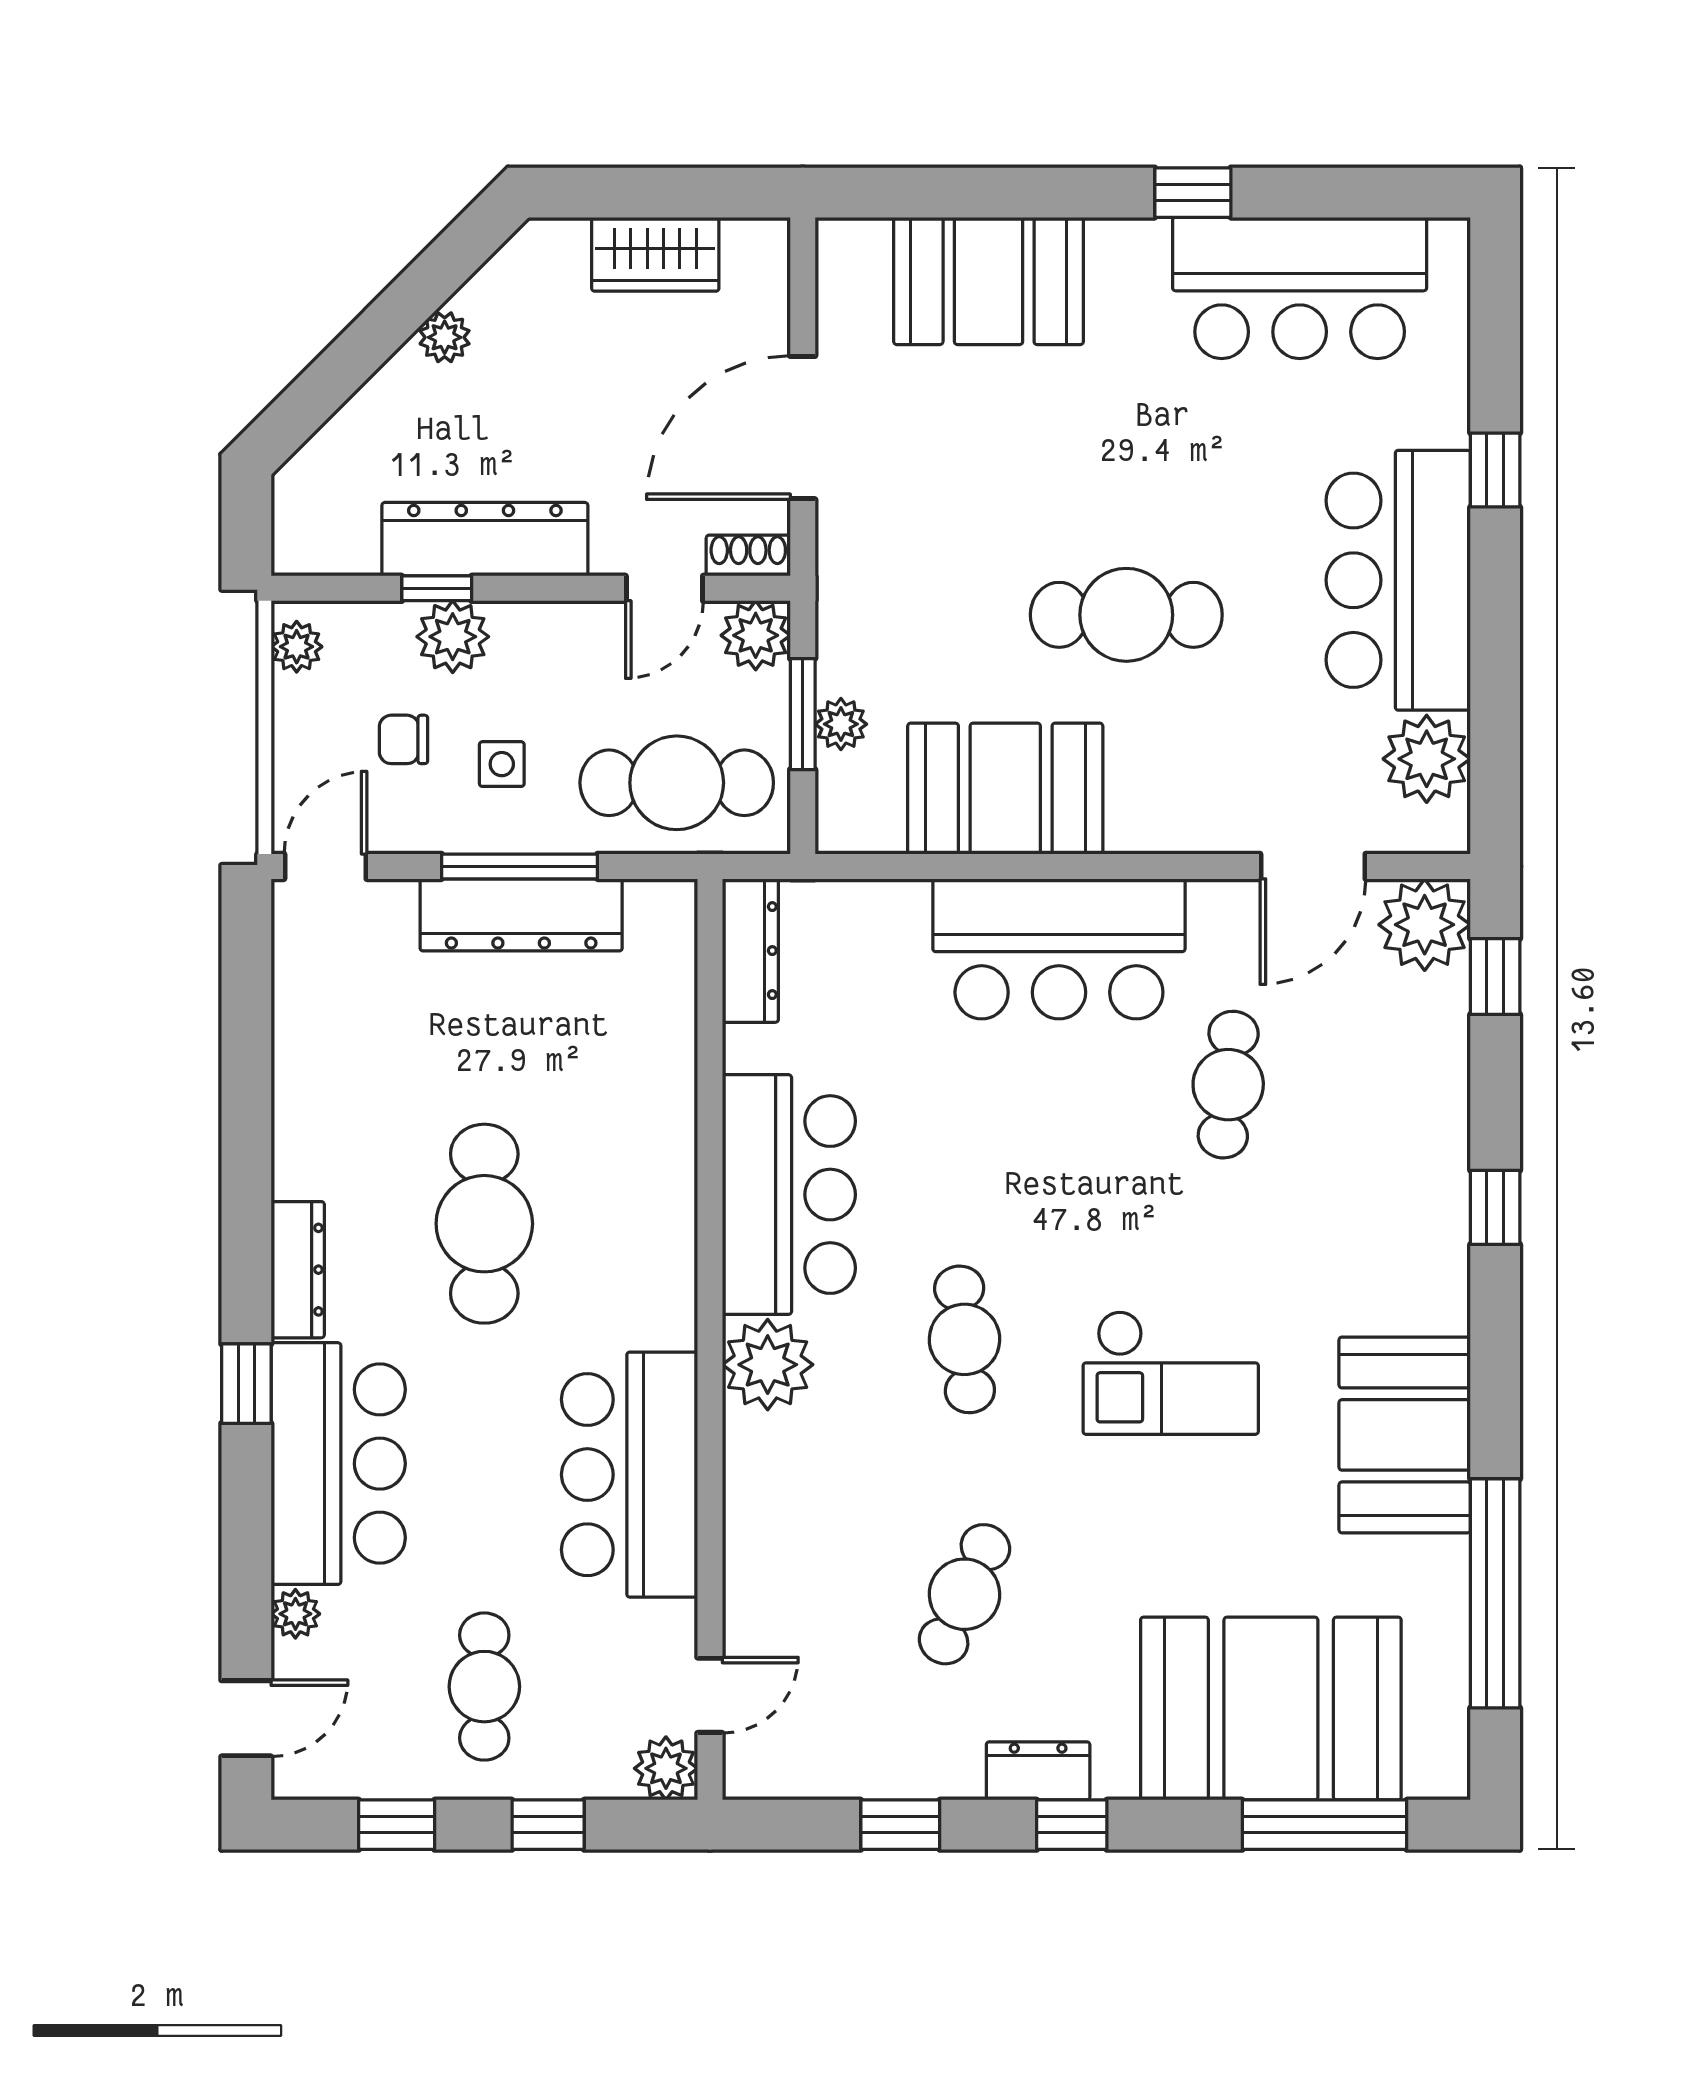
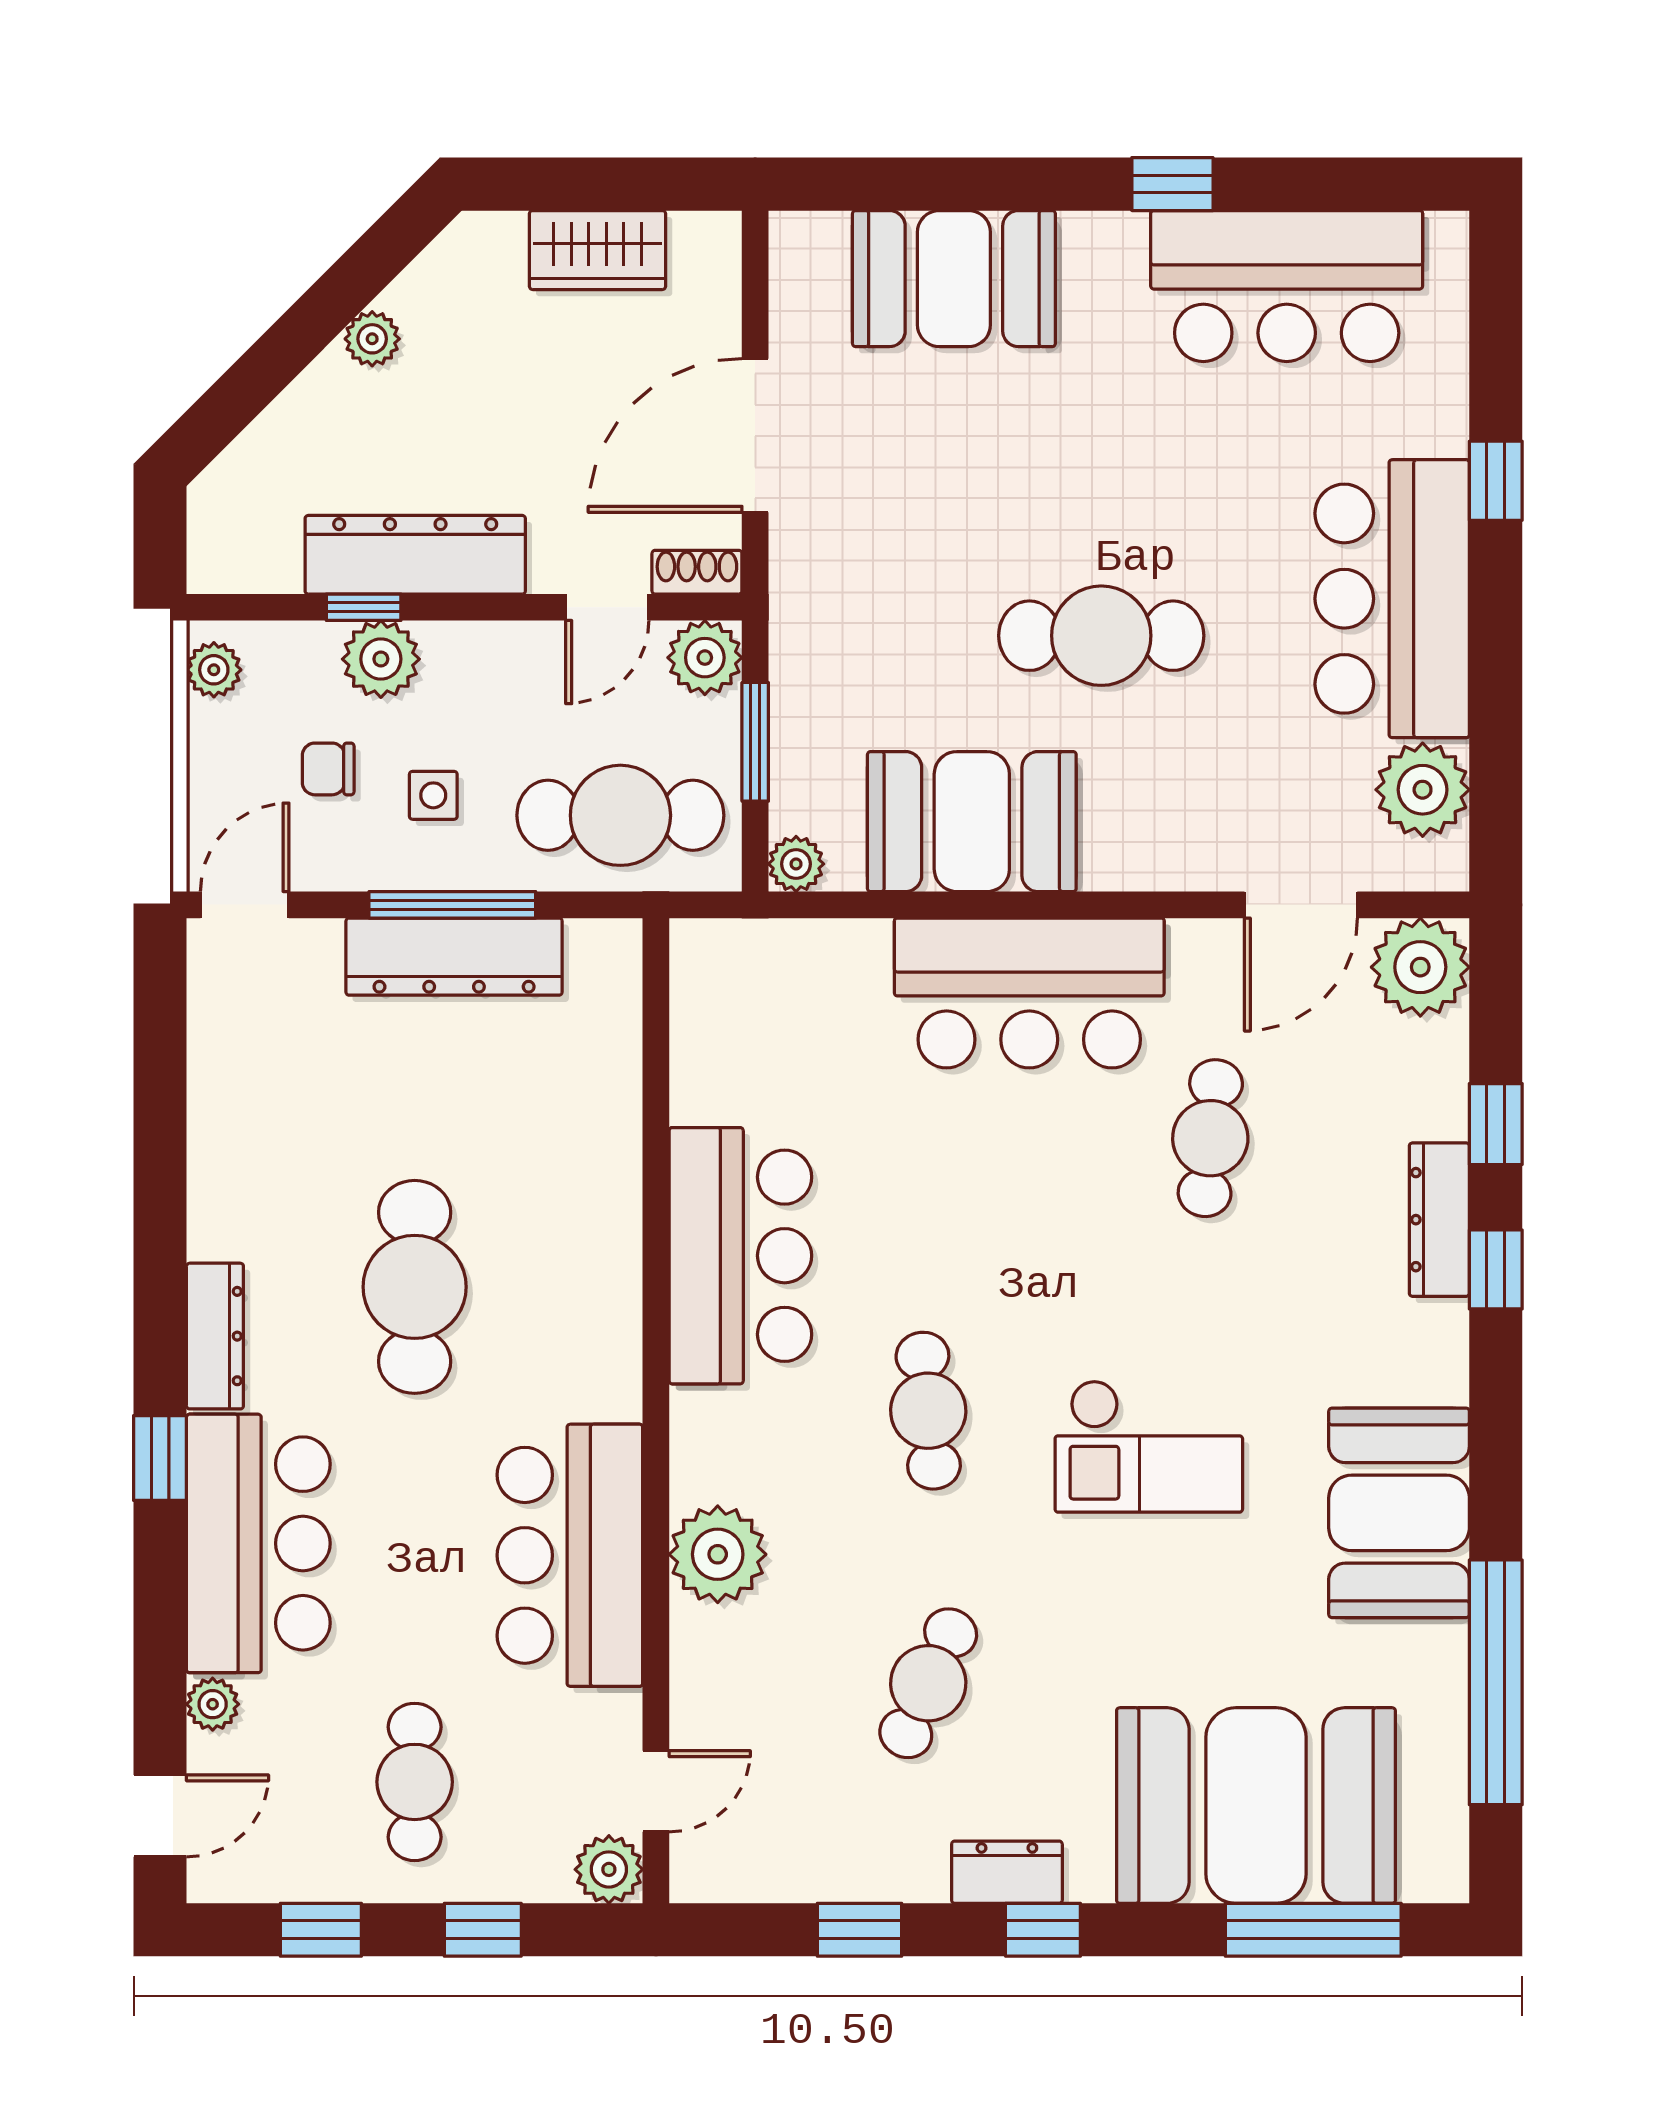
plant: (841, 724) -> (796, 864), moved
dresser: (750, 951) -> (1439, 1220), moved, turned 180
window: (1495, 977) -> (1496, 1124), moved
plant: (768, 1365) -> (718, 1554), moved

